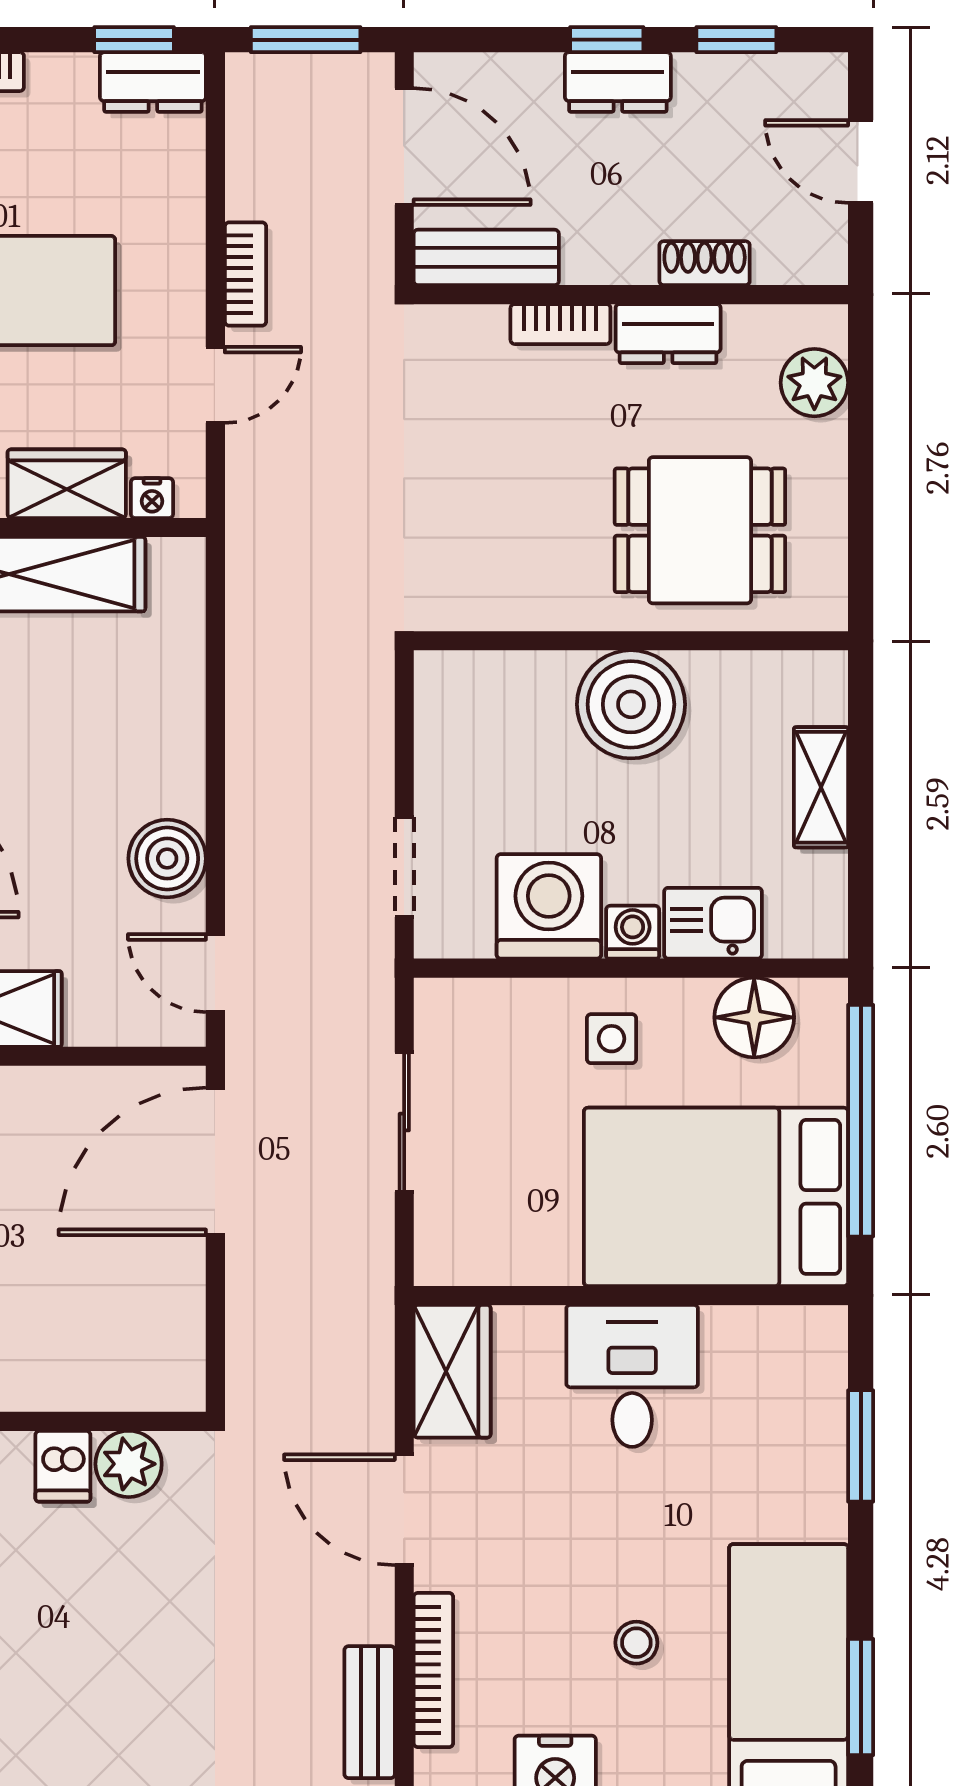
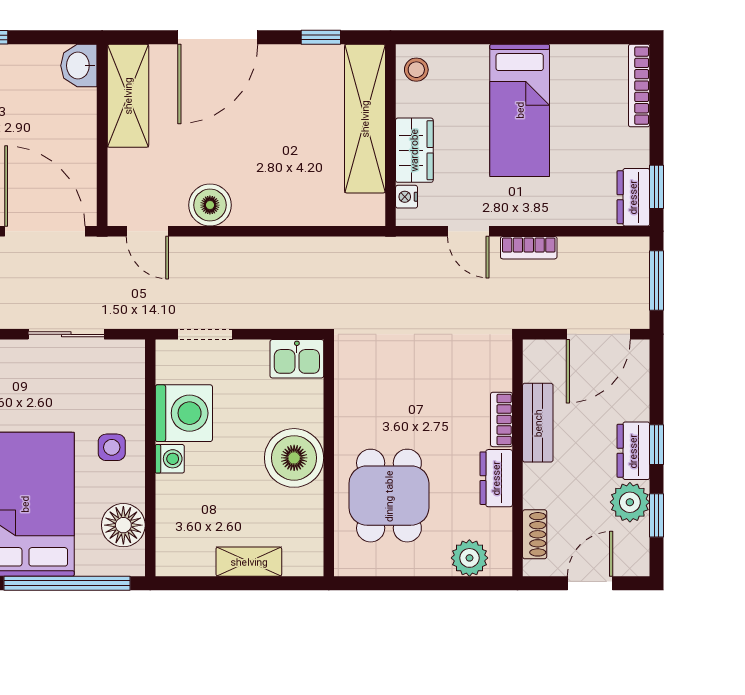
plant: (712, 89) -> (630, 502), added
bench: (486, 257) -> (538, 423), moved
shoe rack: (705, 263) -> (535, 534), moved
kitchen sink: (713, 923) -> (297, 359), moved, turned 90
door: (215, 973) -> (147, 231), swing flipped

